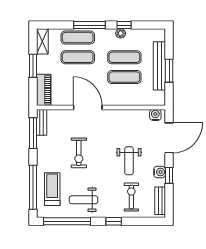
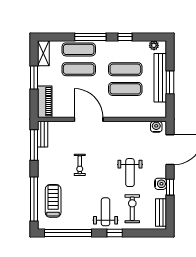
plant: (121, 33) -> (154, 45), moved
exercise bike: (79, 153) -> (80, 165), width x0.73, depth x0.72
weight bench: (84, 200) -> (106, 212), moved, turned 90

